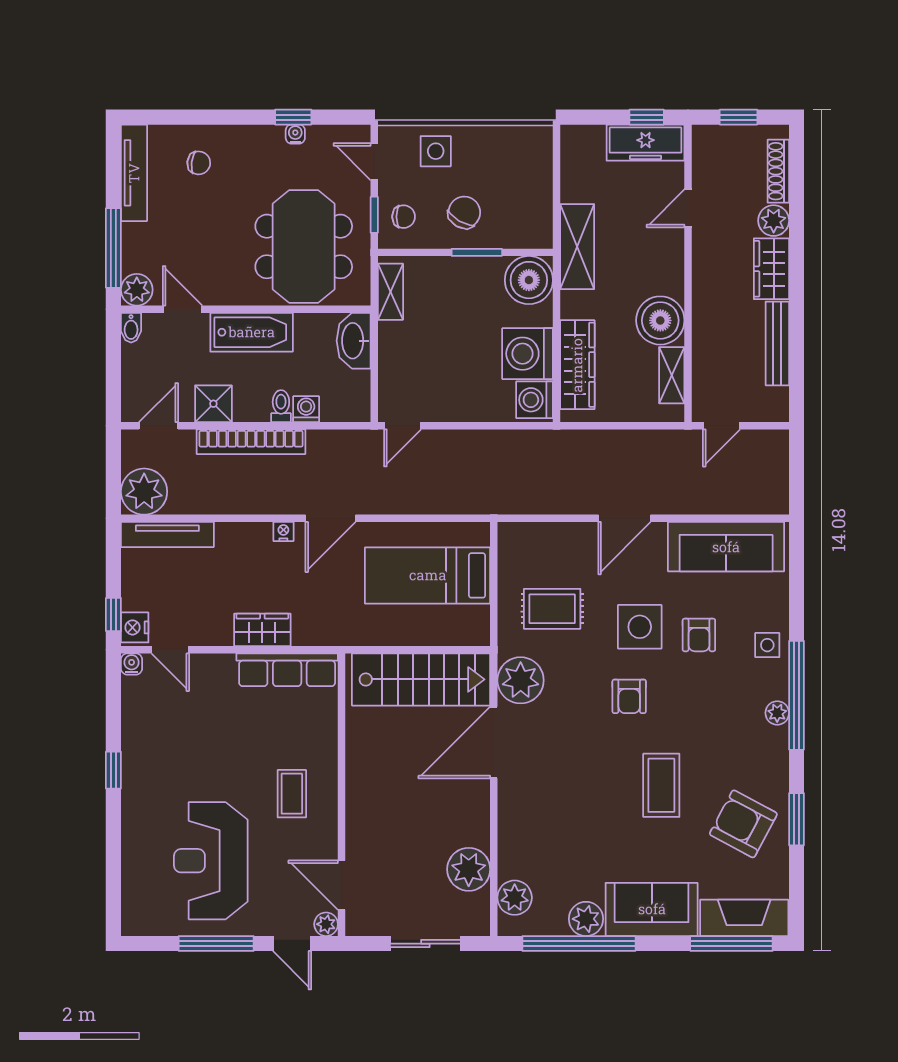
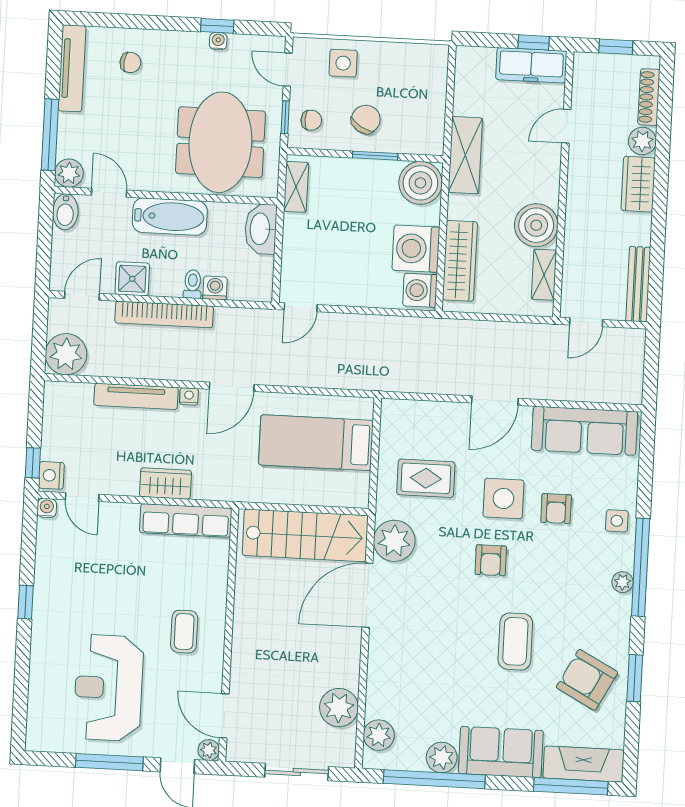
bidet: (131, 328) -> (65, 212), width x1.38, depth x1.36
bench: (777, 343) -> (638, 284), moved
tv unit: (167, 534) -> (136, 396), moved

